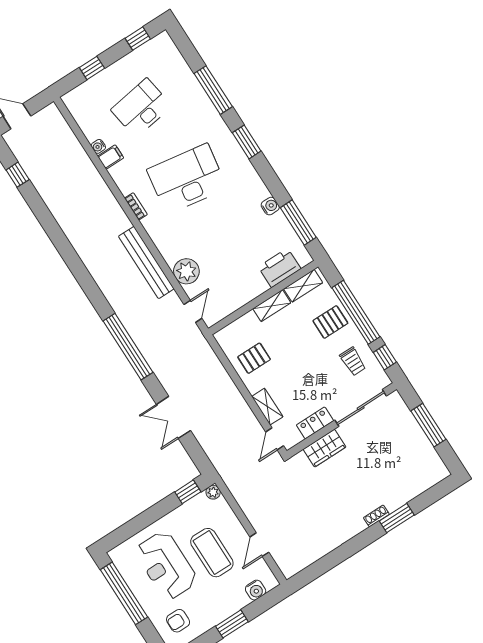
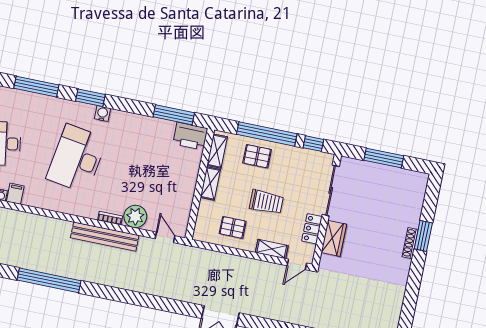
bookcase: (136, 206) -> (110, 218), moved
water cooler: (270, 206) -> (102, 114), moved
printer: (280, 268) -> (190, 136), moved, turned -90
pallet: (330, 322) -> (257, 156), turned 90
window: (128, 347) -> (49, 280), moved
pallet: (254, 358) -> (233, 227), turned 90
trolley: (353, 361) -> (266, 202), moved, width x1.36, depth x1.39
door: (275, 439) -> (297, 264), hinge flipped
shoe rack: (376, 516) -> (410, 243), width x1.43

